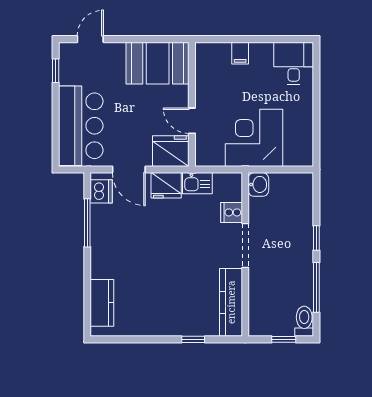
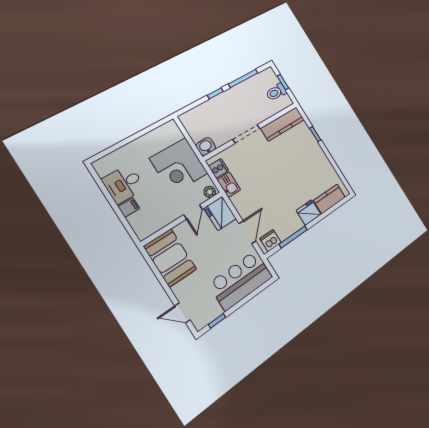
desk: (294, 63) -> (124, 184), moved
plant: (203, 155) -> (210, 192), added
fridge: (166, 185) -> (309, 212), moved, turned -90
cooker: (232, 212) -> (219, 168), moved, turned -90
toilet: (304, 321) -> (276, 92), moved

